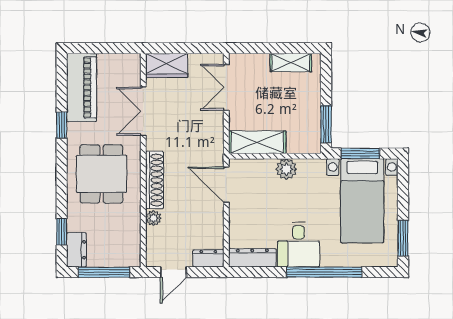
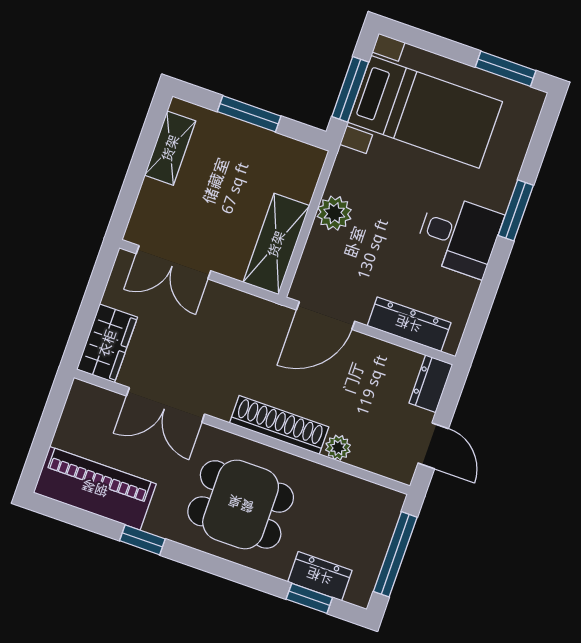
window: (326, 124) -> (249, 114), moved
dresser: (76, 250) -> (320, 576), moved
dresser: (252, 258) -> (409, 324), moved, turned 90
window: (324, 272) -> (516, 210), width x0.47

